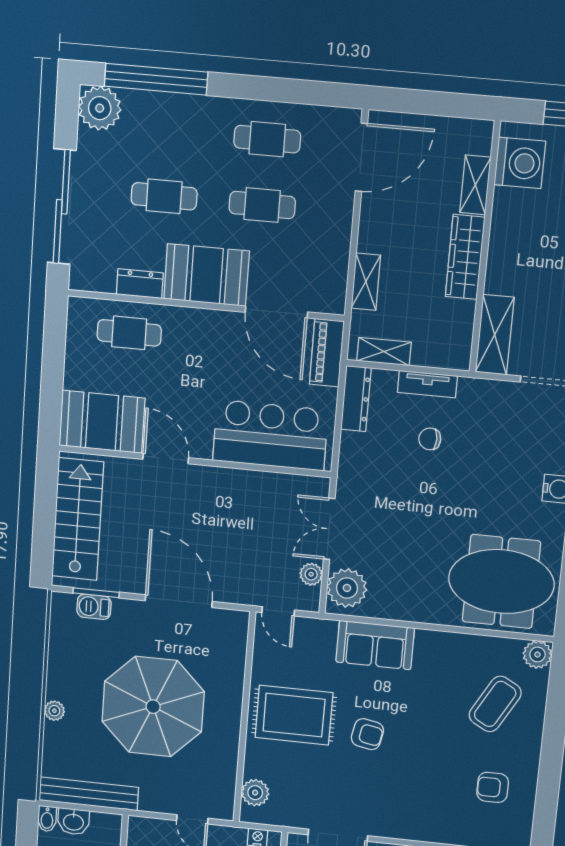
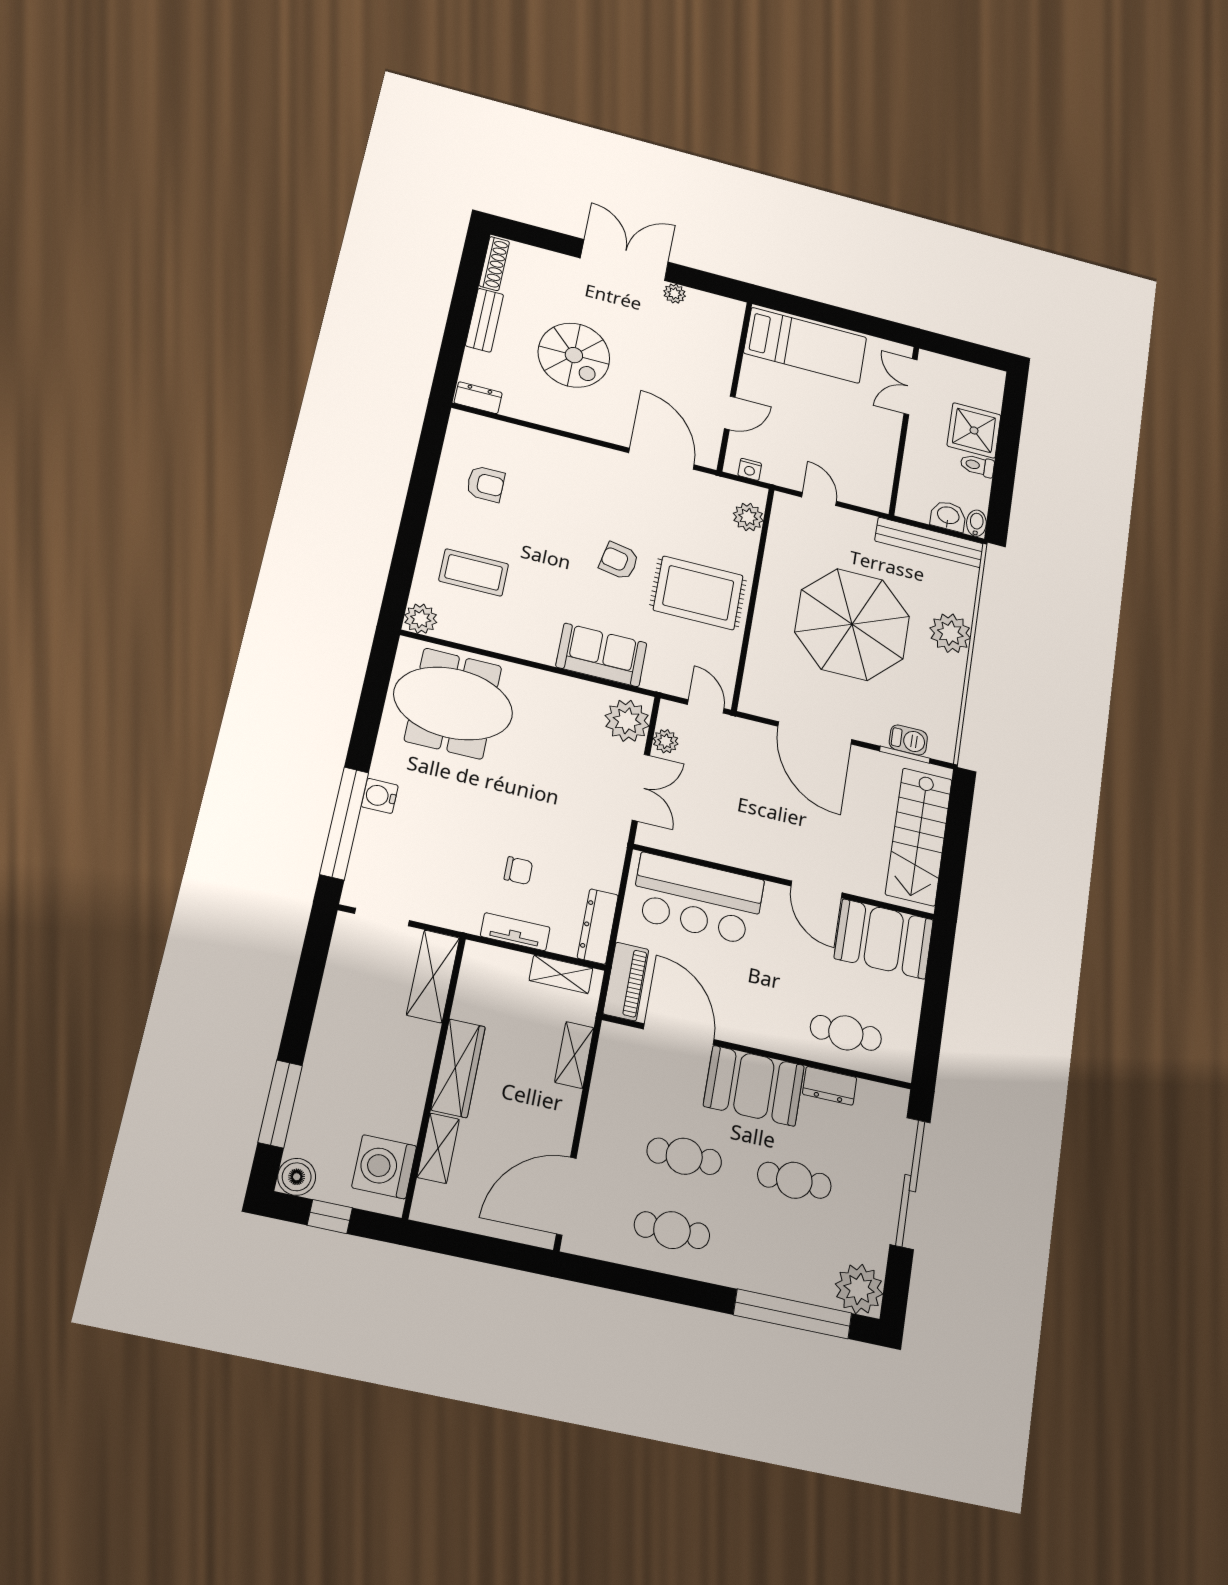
coffee table: (495, 704) -> (474, 572), turned 61
plant: (54, 711) -> (950, 633), width x1.87, depth x1.87

